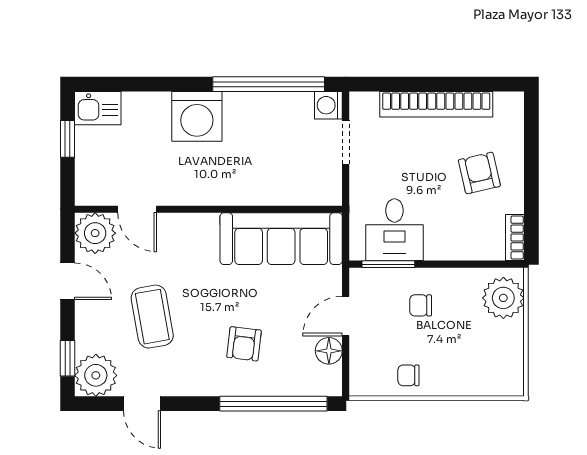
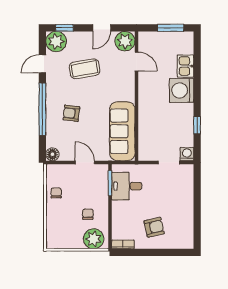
window: (269, 84) -> (197, 125), width x0.32
bookcase: (436, 104) -> (187, 206), removed
kitchen sink: (98, 108) -> (185, 66), moved
window: (67, 139) -> (171, 28), width x1.50
door: (137, 209) -> (137, 62), swing flipped
chair: (421, 305) -> (88, 214), moved
floor lamp: (329, 351) -> (52, 154), moved
window: (273, 404) -> (42, 109), moved

